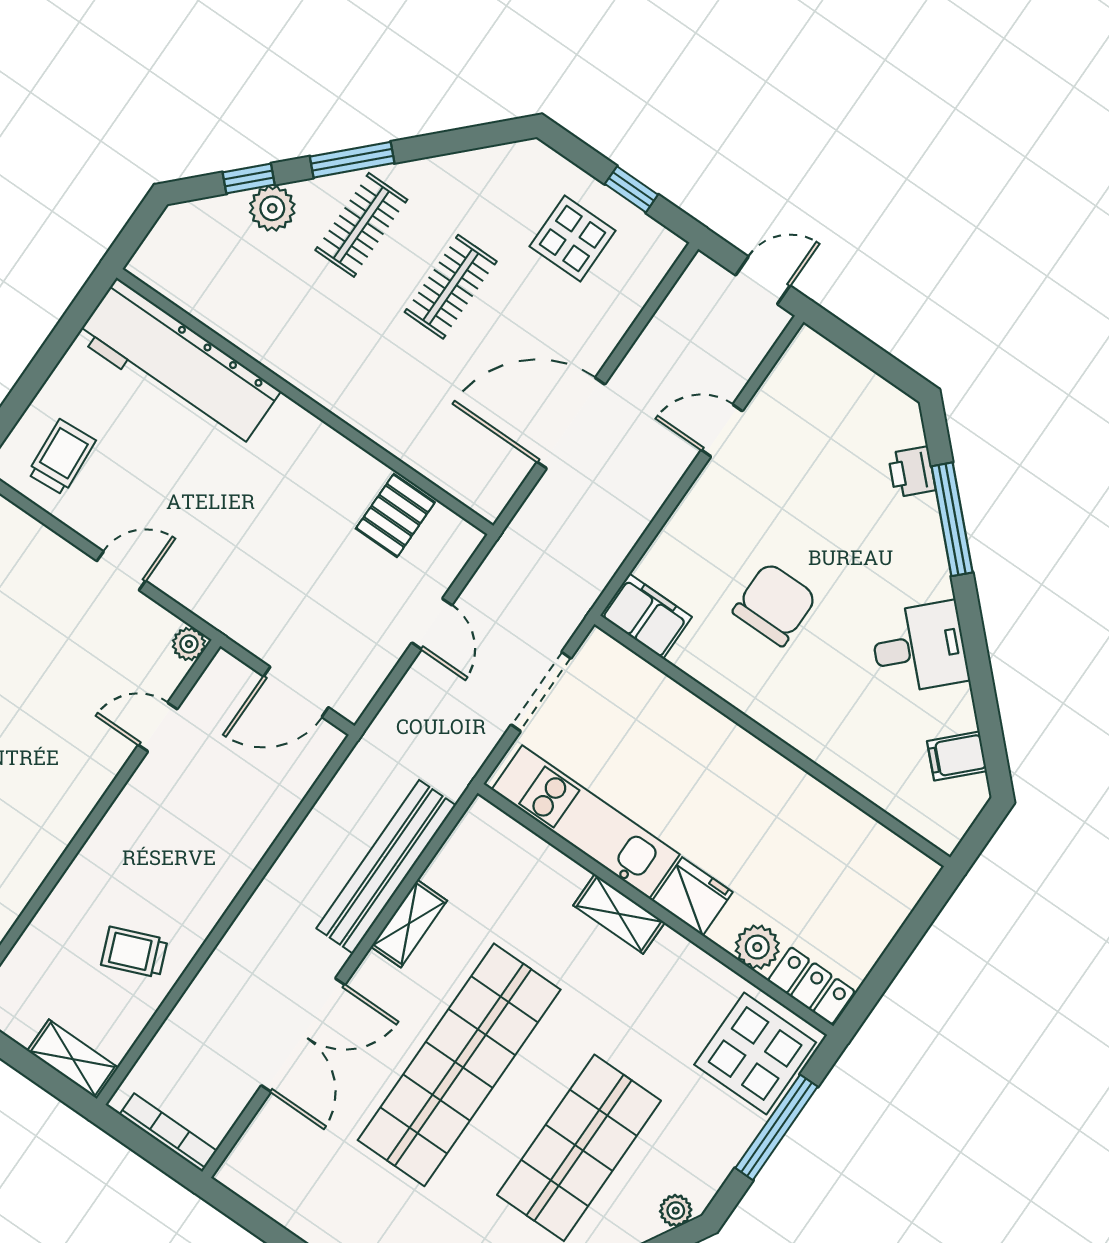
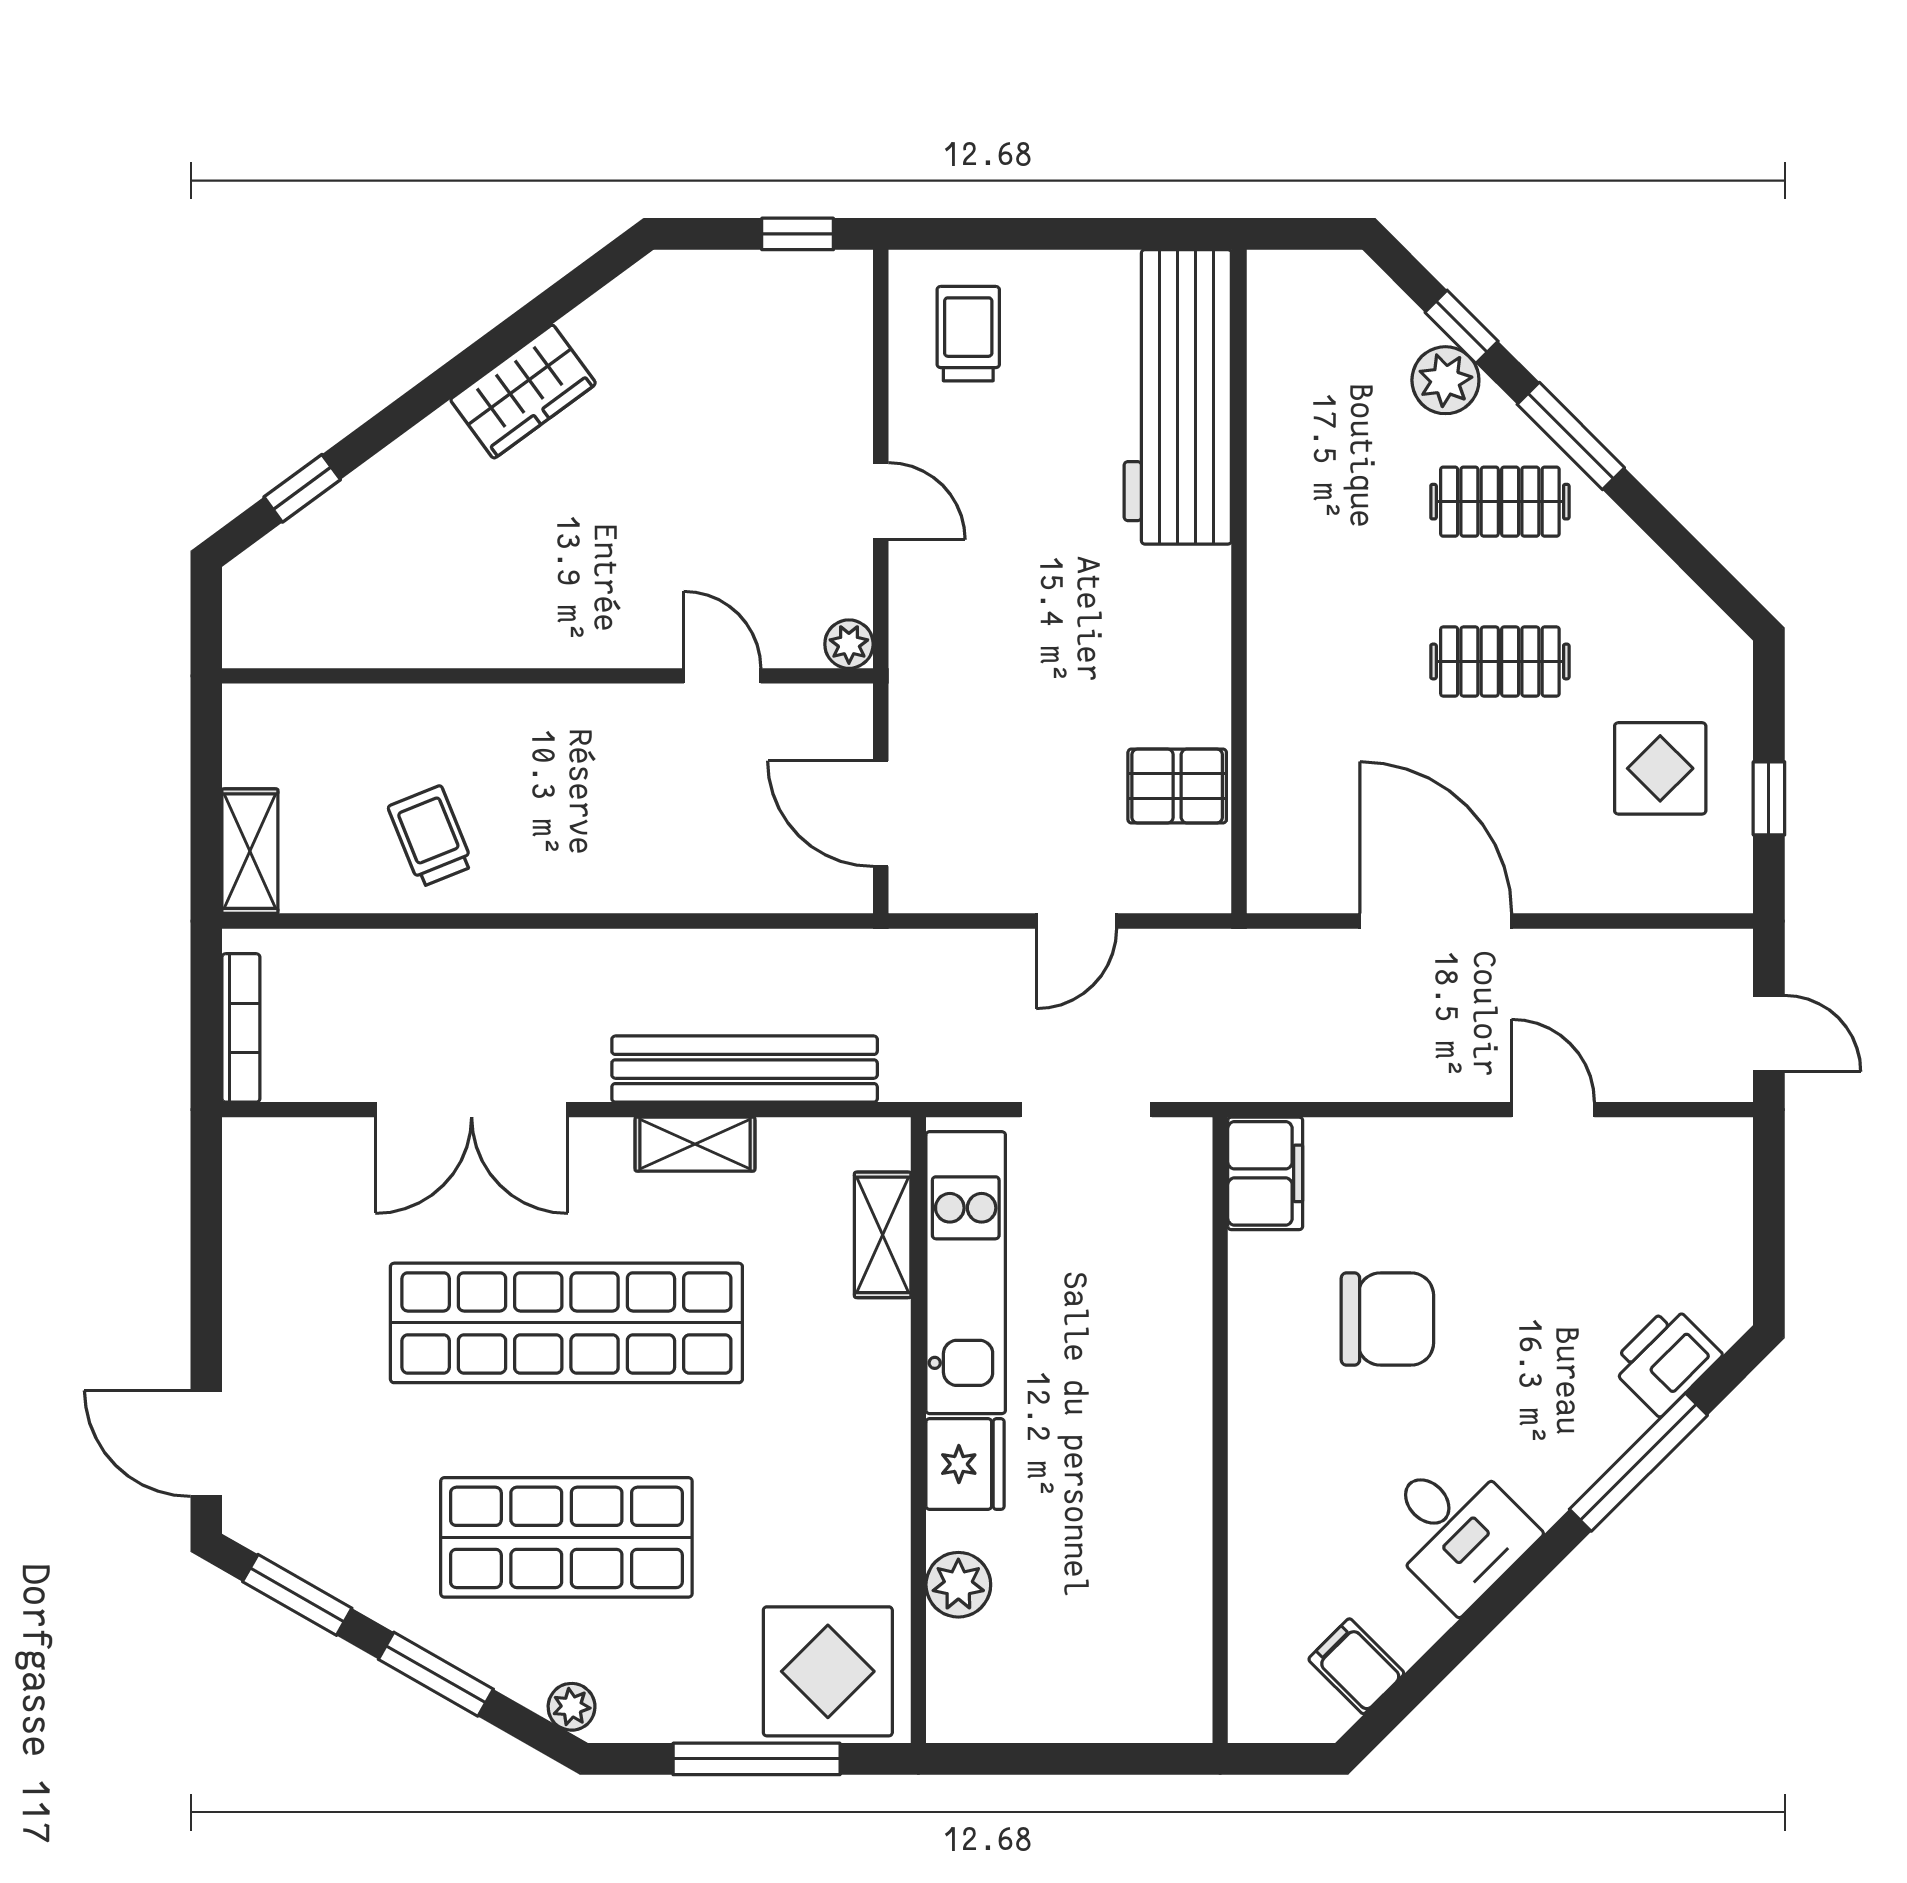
trolley: (62, 457) -> (968, 334), turned -86
printer: (912, 472) -> (1666, 1360), width x1.36, depth x1.24
shelving: (619, 914) -> (883, 1235), moved
locker: (811, 986) -> (957, 1683), removed

